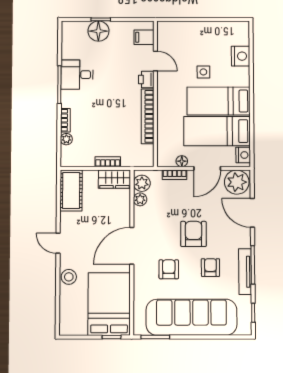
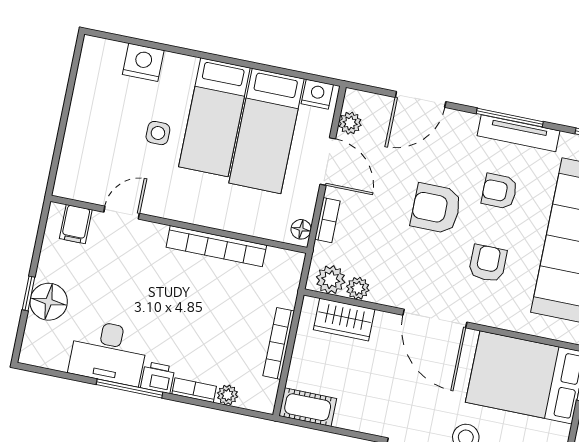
desk: (77, 75) -> (108, 352), width x1.37
printer: (146, 79) -> (158, 378), moved, turned 180
floor lamp: (182, 161) -> (301, 229), moved
bookcase: (108, 162) -> (279, 343), width x1.56
wardrobe: (114, 179) -> (344, 320), moved, turned 90
plant: (237, 182) -> (350, 123), width x0.53, depth x0.53
cot: (71, 190) -> (308, 407), width x0.73, depth x0.75
armchair: (169, 269) -> (488, 263), turned 90

